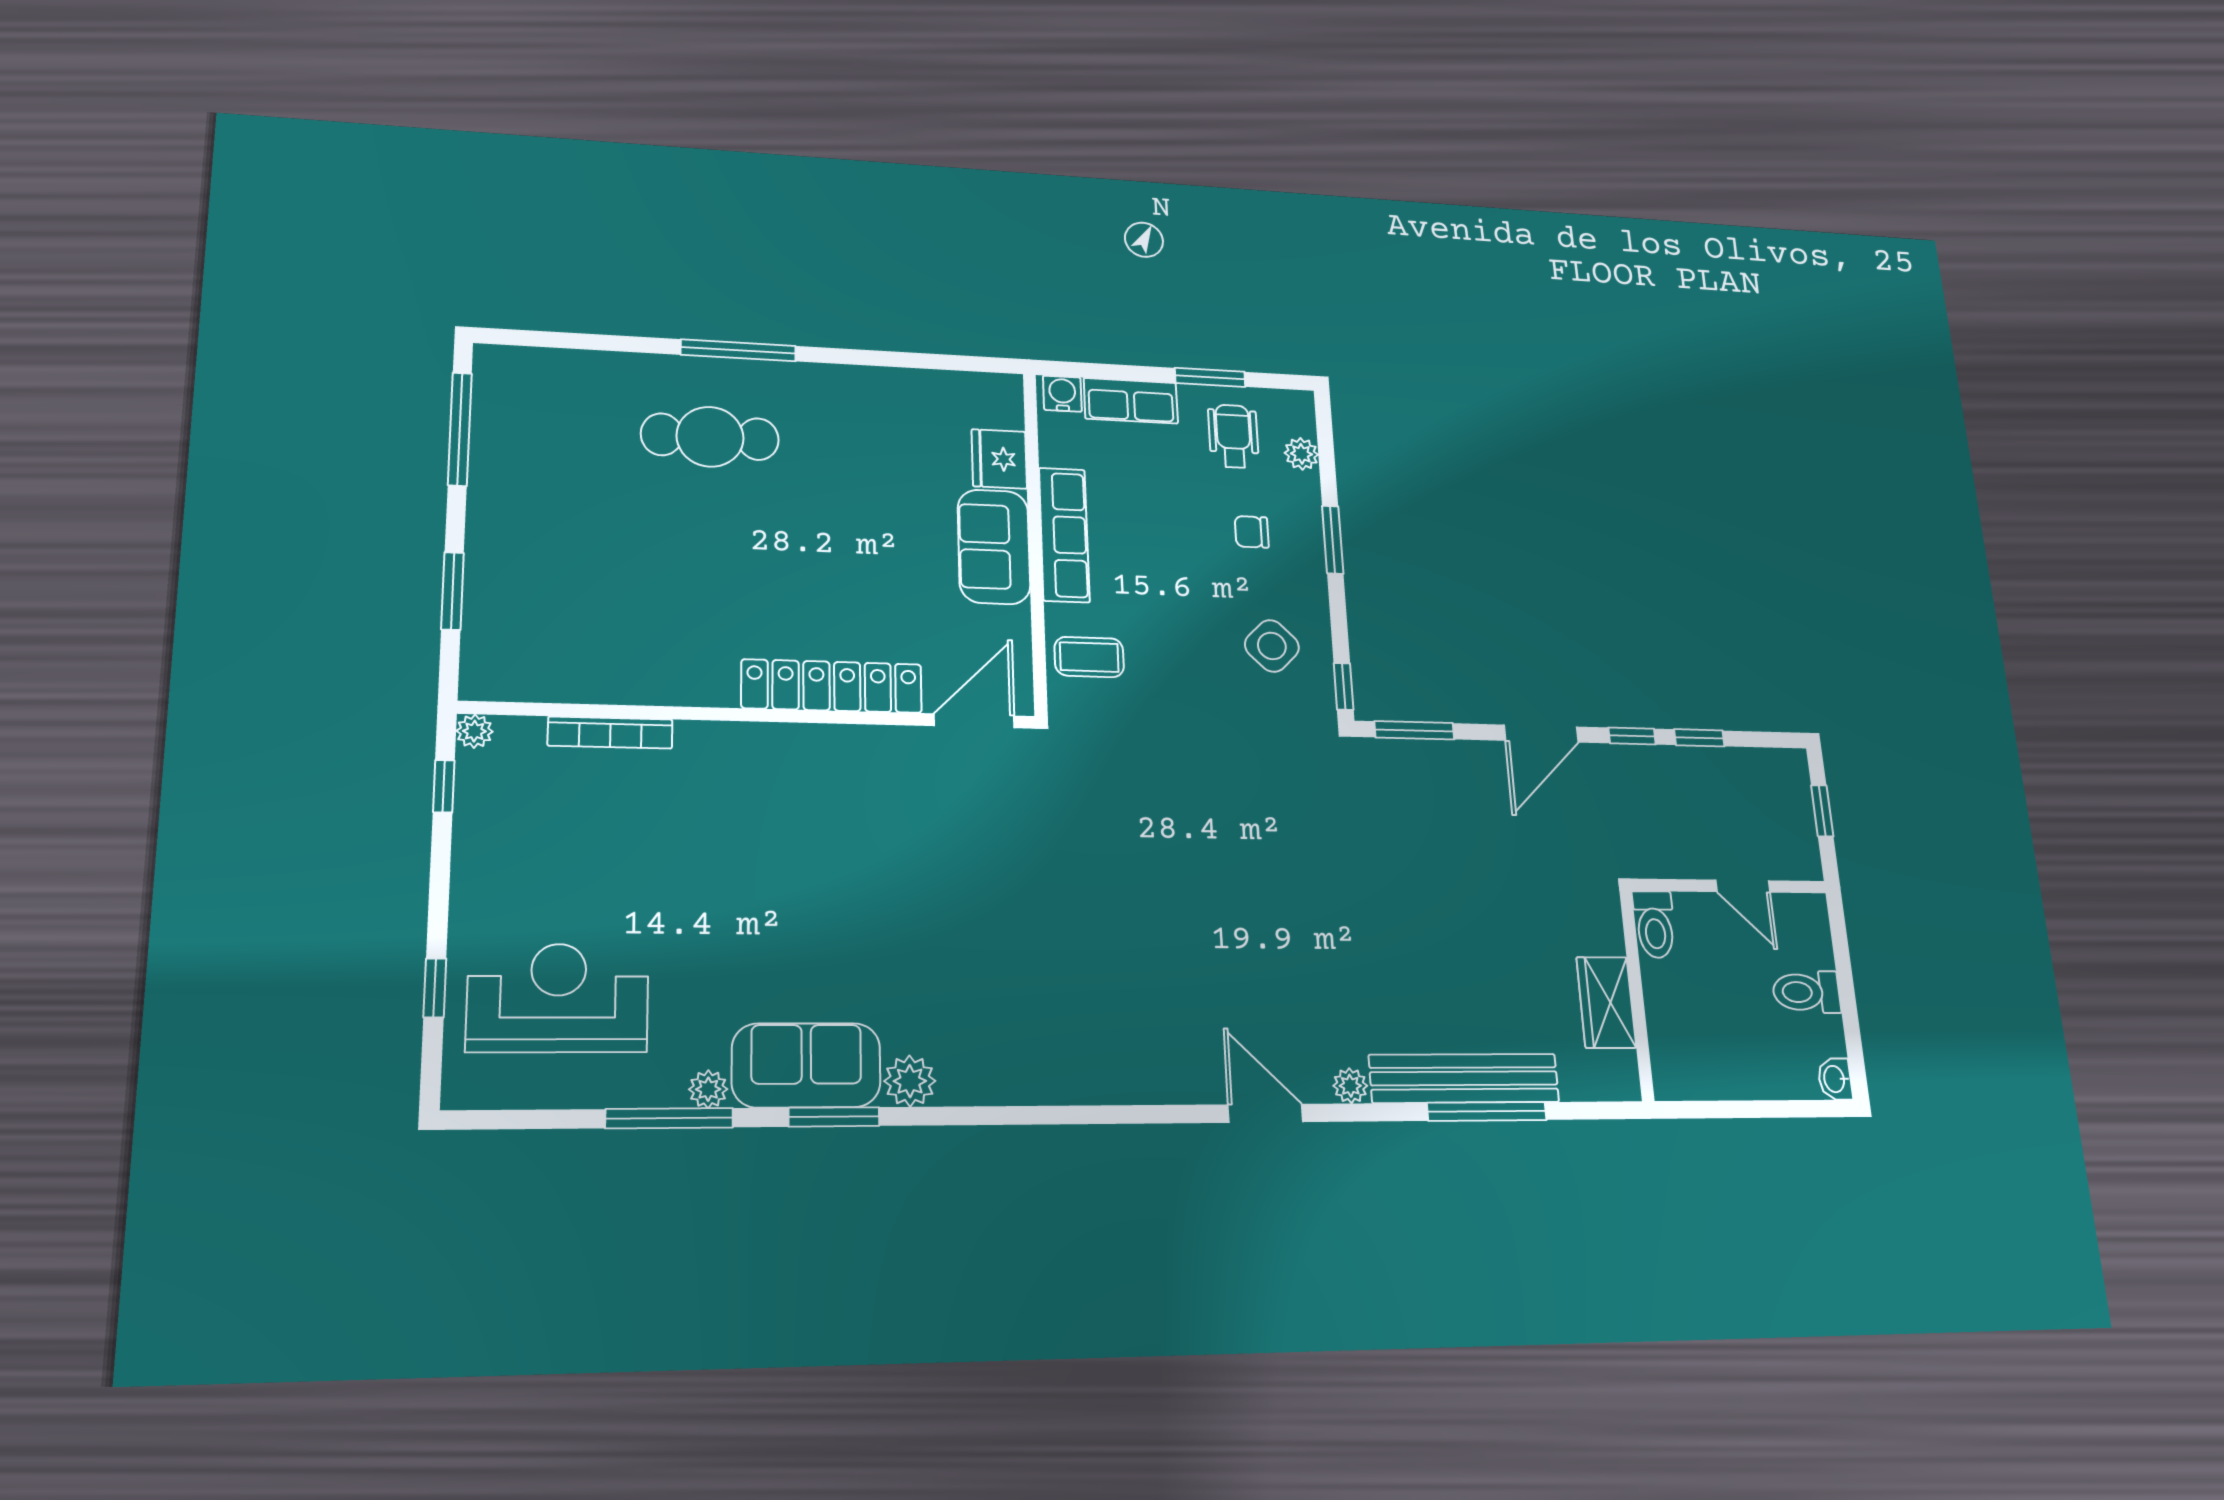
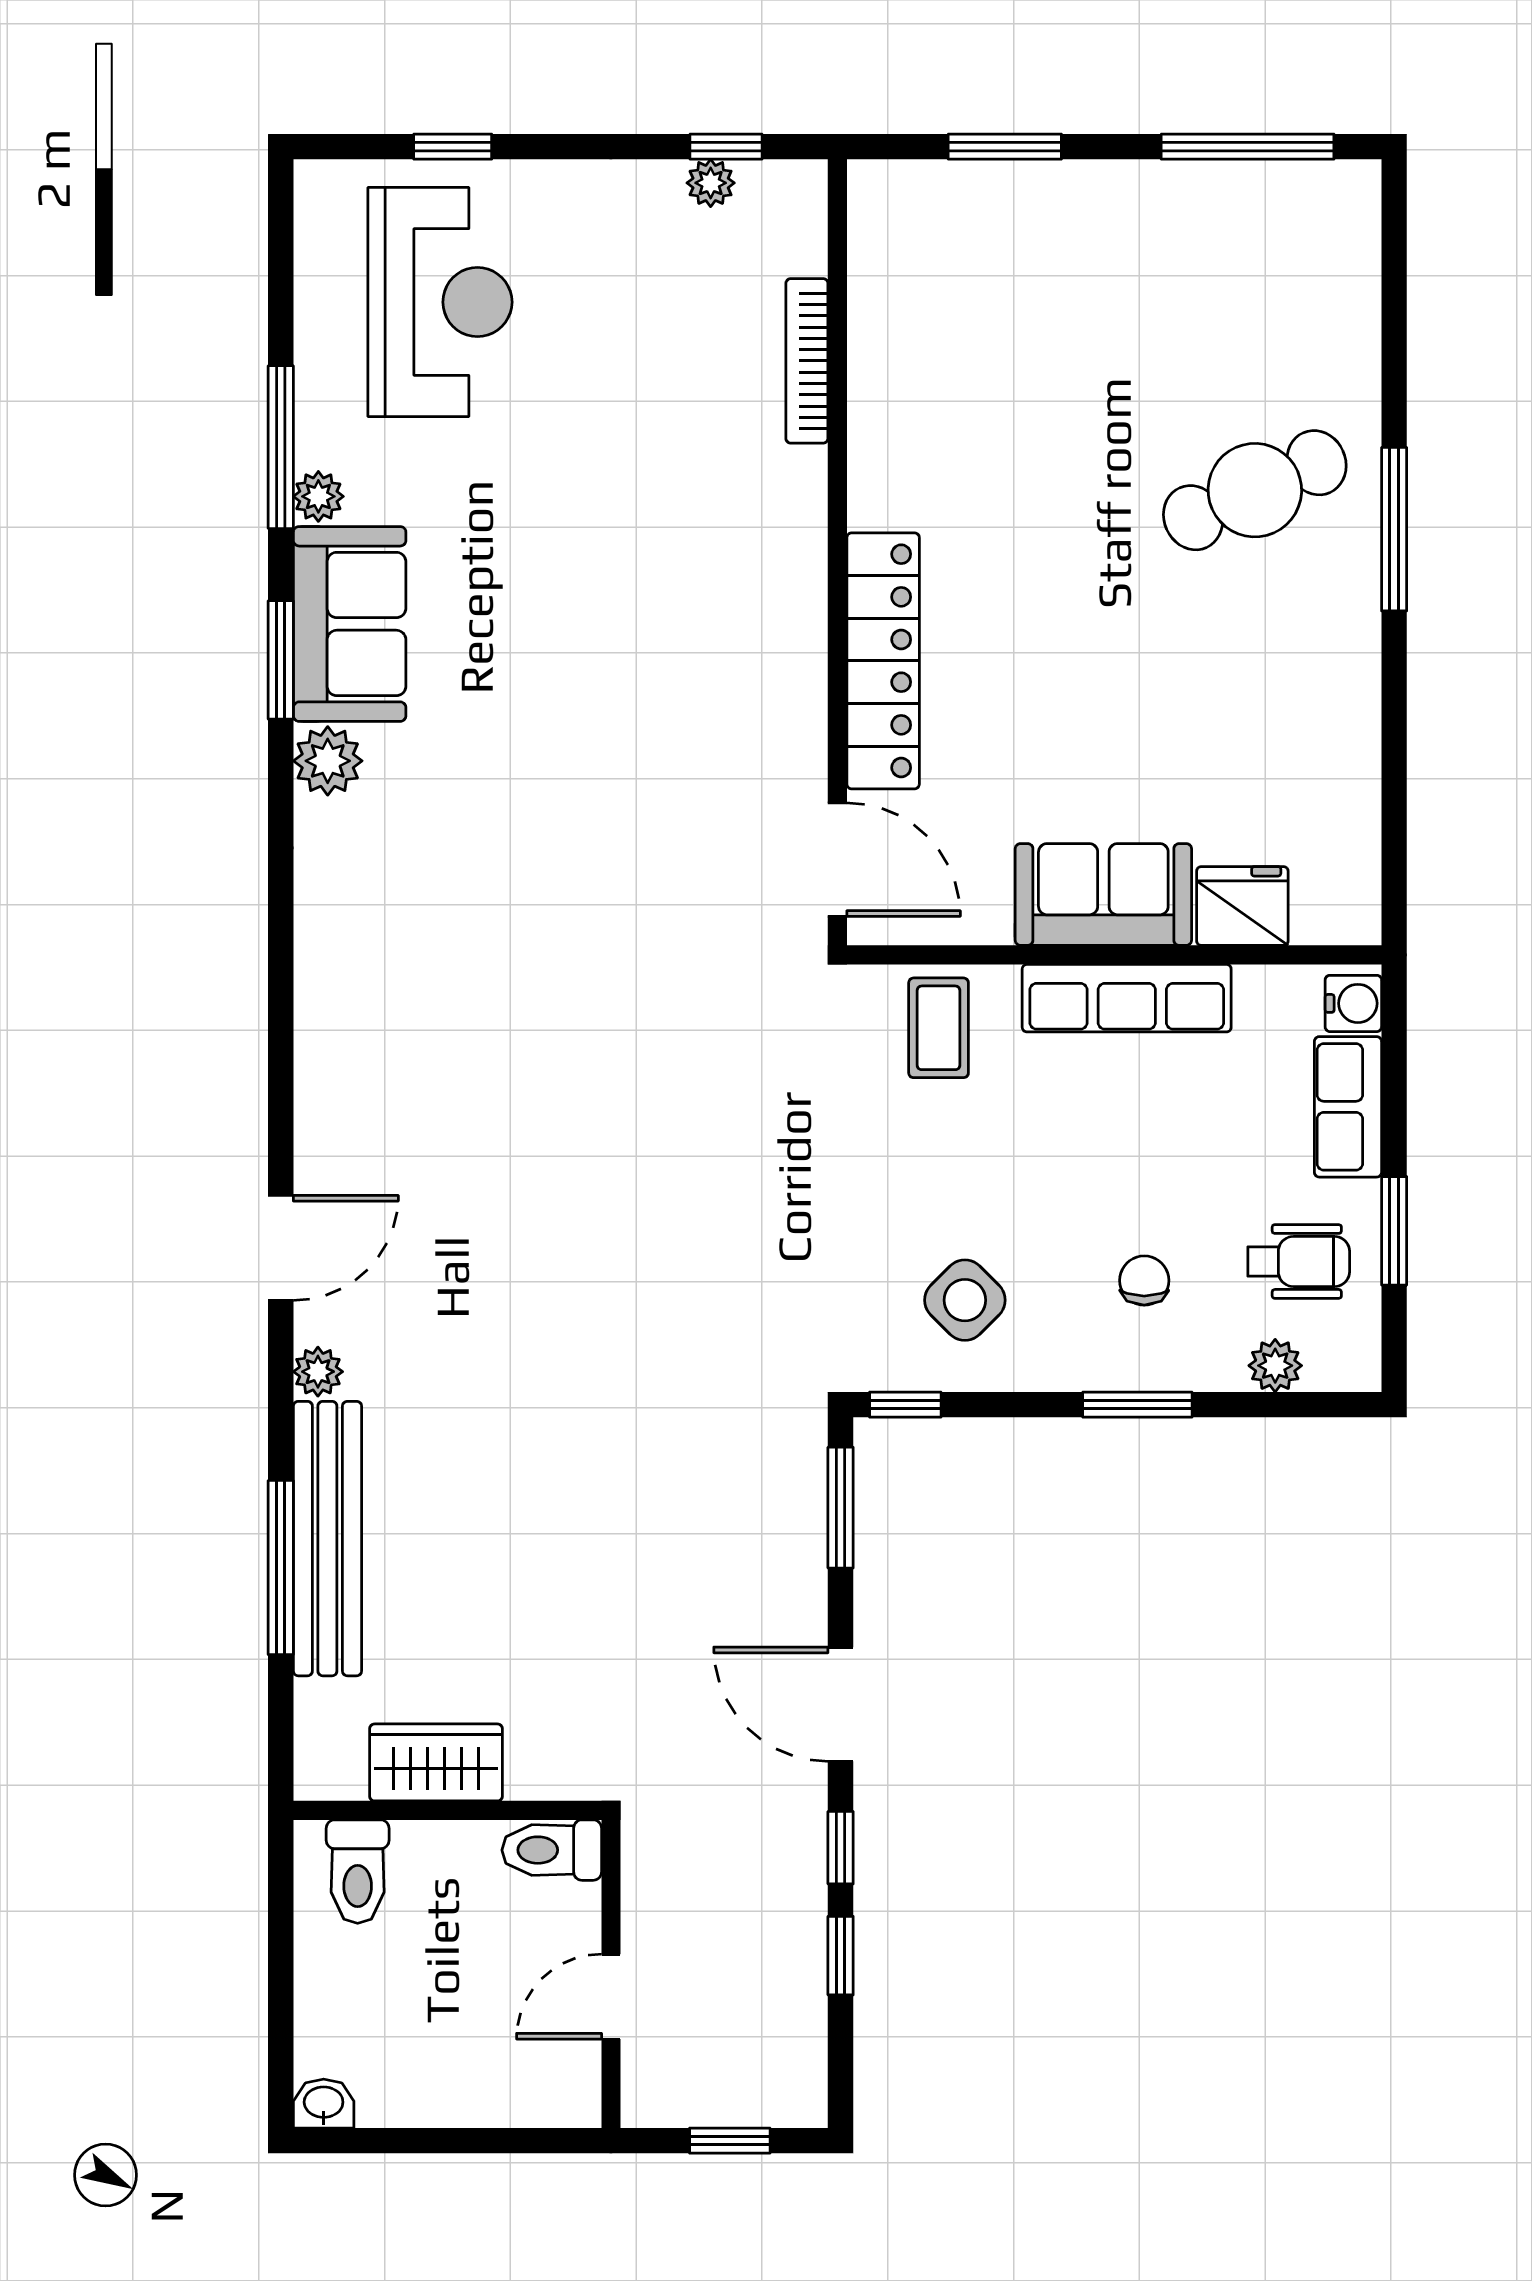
cafe table: (710, 437) -> (1255, 490), turned 66
plant: (474, 731) -> (711, 183), moved
toilet: (1806, 992) -> (358, 1872), moved, turned 180

